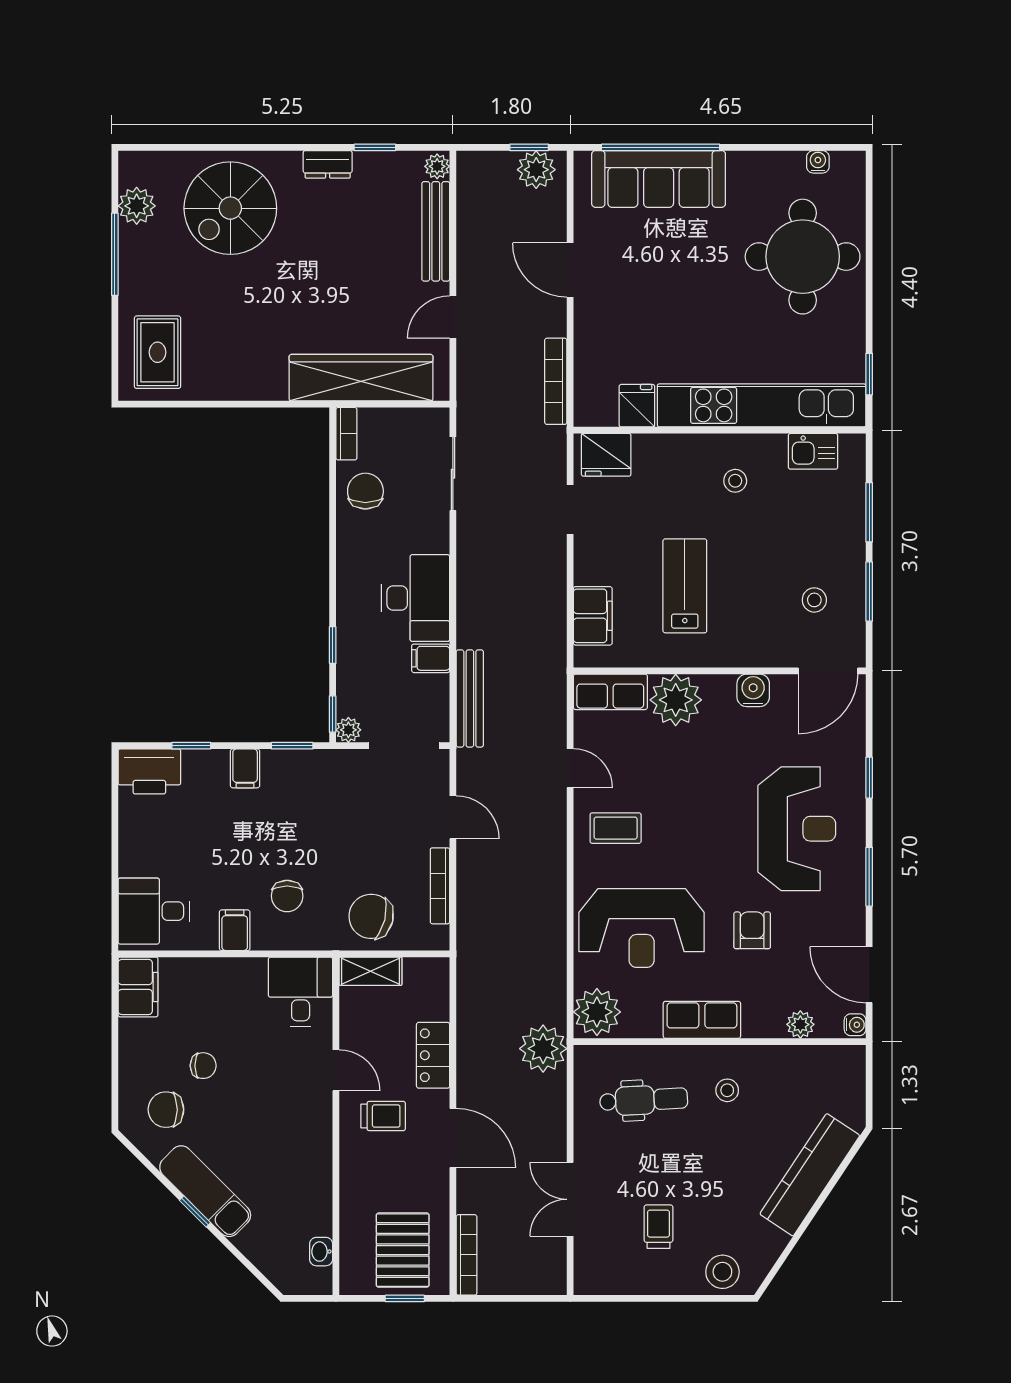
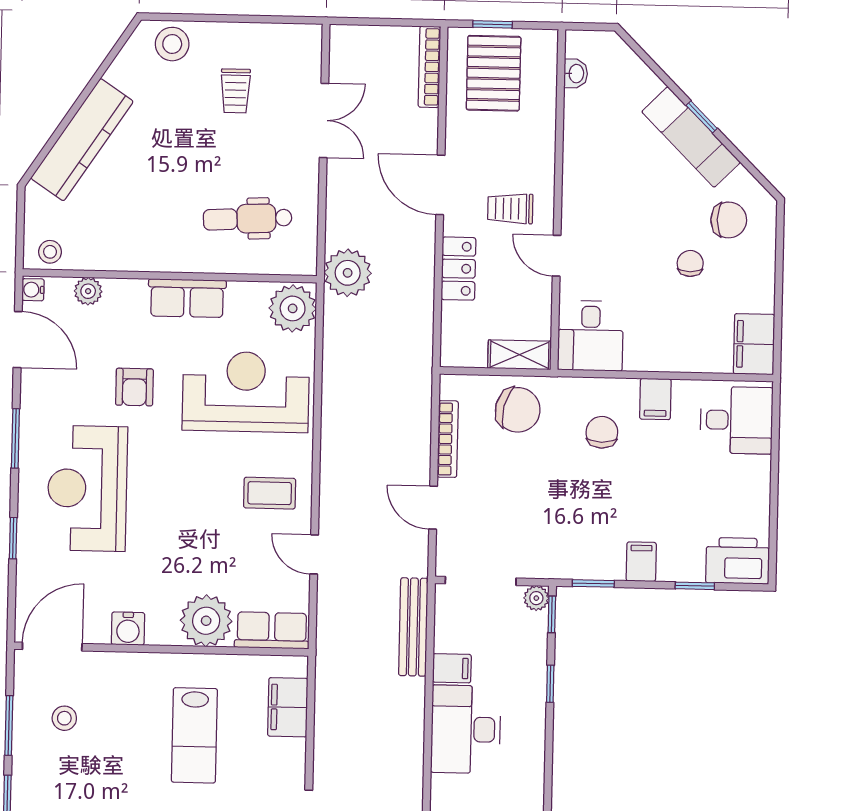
chair: (203, 1066) -> (690, 263), turned 90
stool: (727, 1090) -> (50, 252), moved

